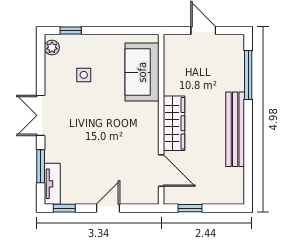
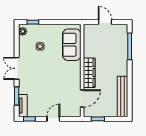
bench: (235, 129) -> (122, 96), moved
door: (161, 171) -> (82, 98), hinge flipped

